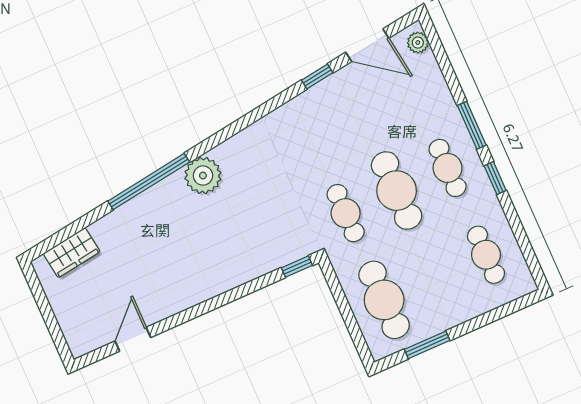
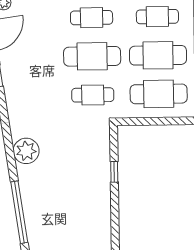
plant: (203, 176) -> (26, 151), moved
window: (297, 267) -> (114, 172), moved
cafe table: (435, 277) -> (158, 55), added

